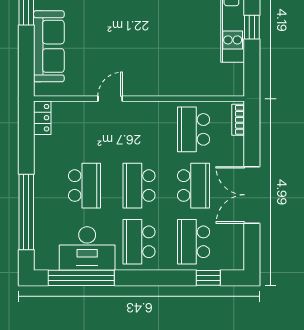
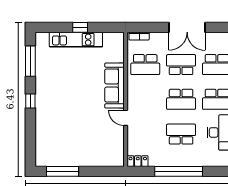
sofa: (49, 46) -> (114, 85), moved, turned -90
window: (26, 212) -> (179, 171), moved

